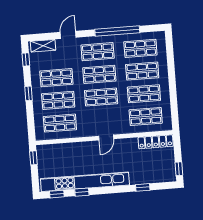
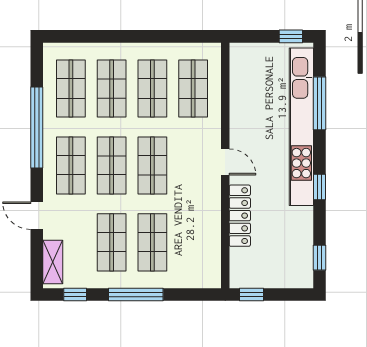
window: (28, 93) -> (136, 294), width x2.17
shop shelf: (60, 123) -> (193, 242), removed
locker: (156, 142) -> (240, 216), moved
kitchen unit: (85, 182) -> (301, 127), moved
window: (143, 187) -> (319, 103), width x2.17
window: (82, 192) -> (319, 187), moved

